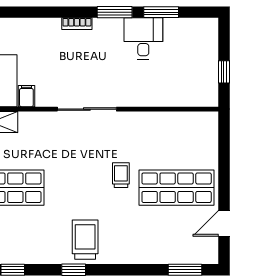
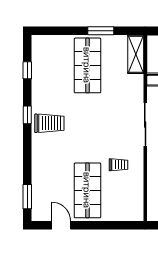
trolley: (121, 175) -> (119, 165), moved

